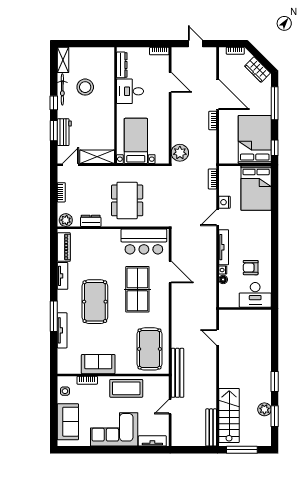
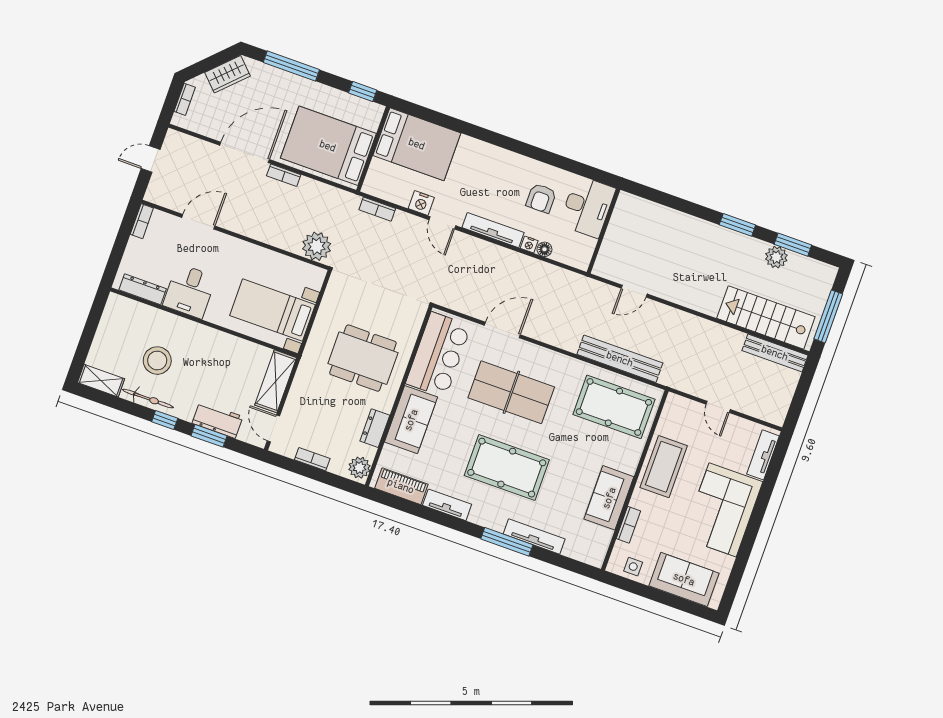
bed: (255, 139) -> (328, 146), moved
sofa: (103, 239) -> (411, 420), added
bench: (177, 373) -> (620, 359), moved

